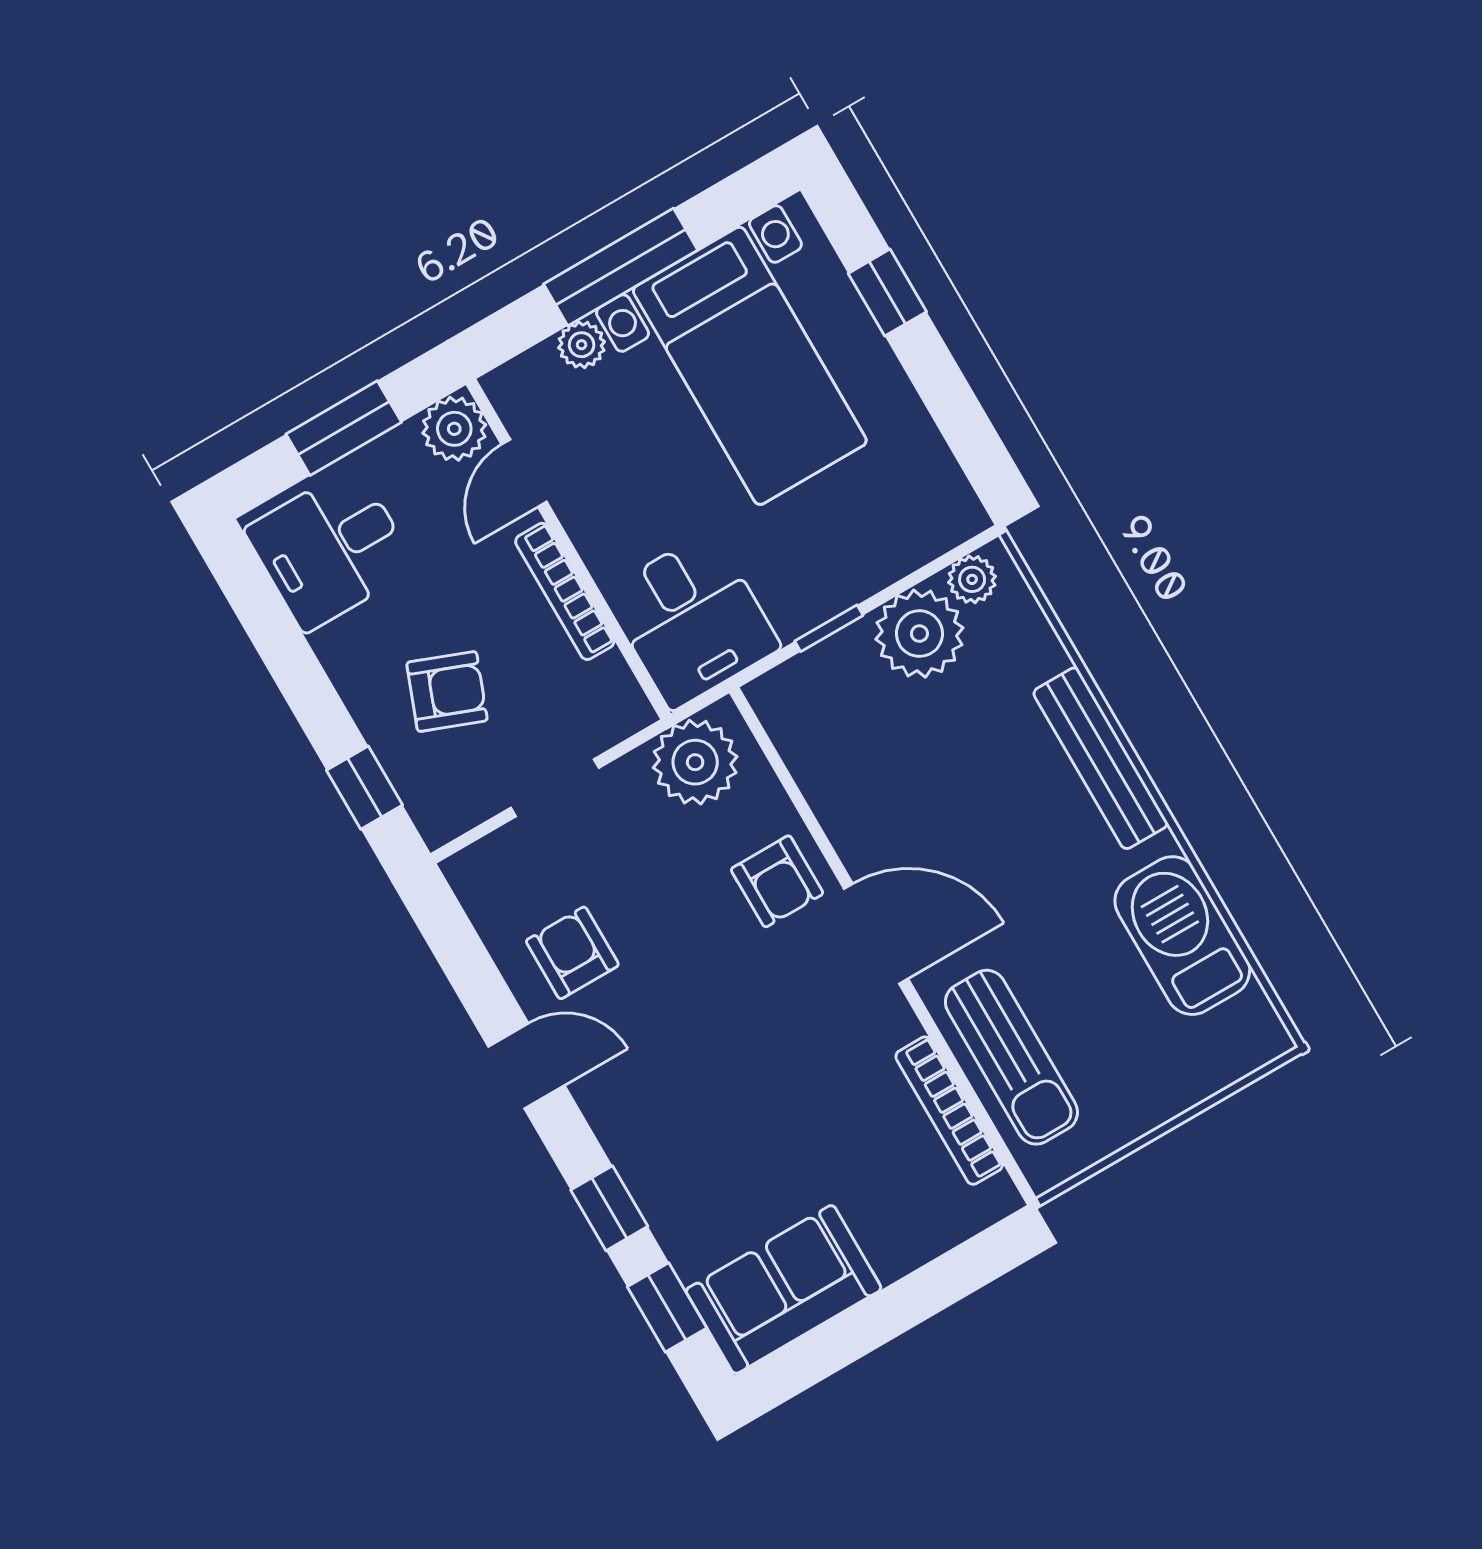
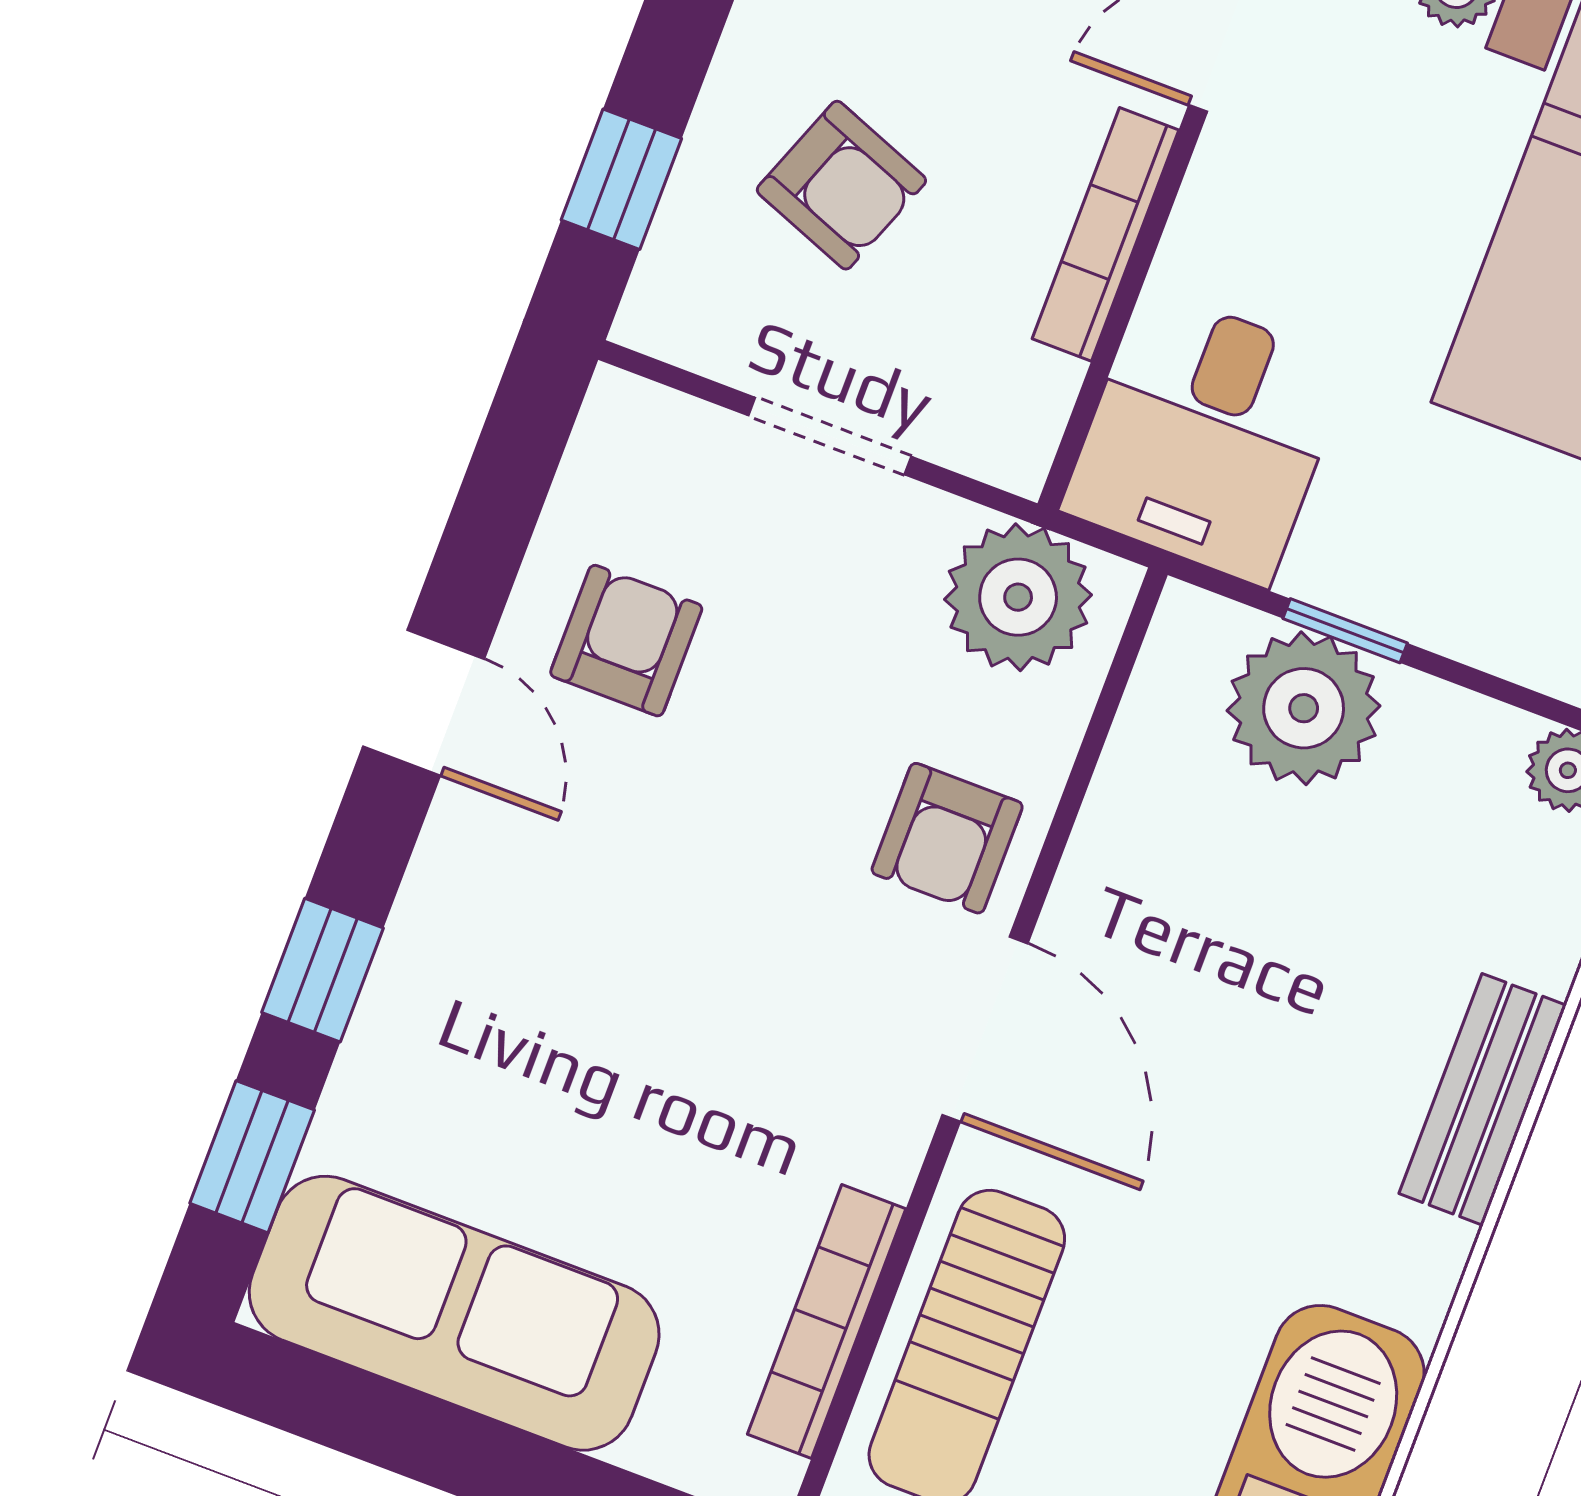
plant: (919, 634) -> (1304, 708), moved
bench: (1101, 758) -> (1483, 1099), width x0.73
sofa: (784, 1289) -> (454, 1313), width x1.36

